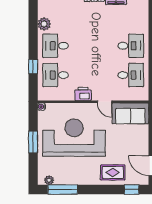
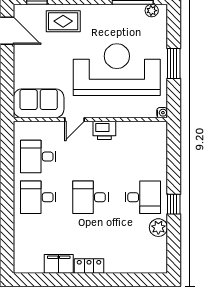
window: (33, 67) -> (174, 204), moved
desk: (56, 75) -> (90, 197), moved, turned 180
door: (105, 102) -> (75, 120), swing flipped
reception desk: (74, 138) -> (117, 70), turned 180

